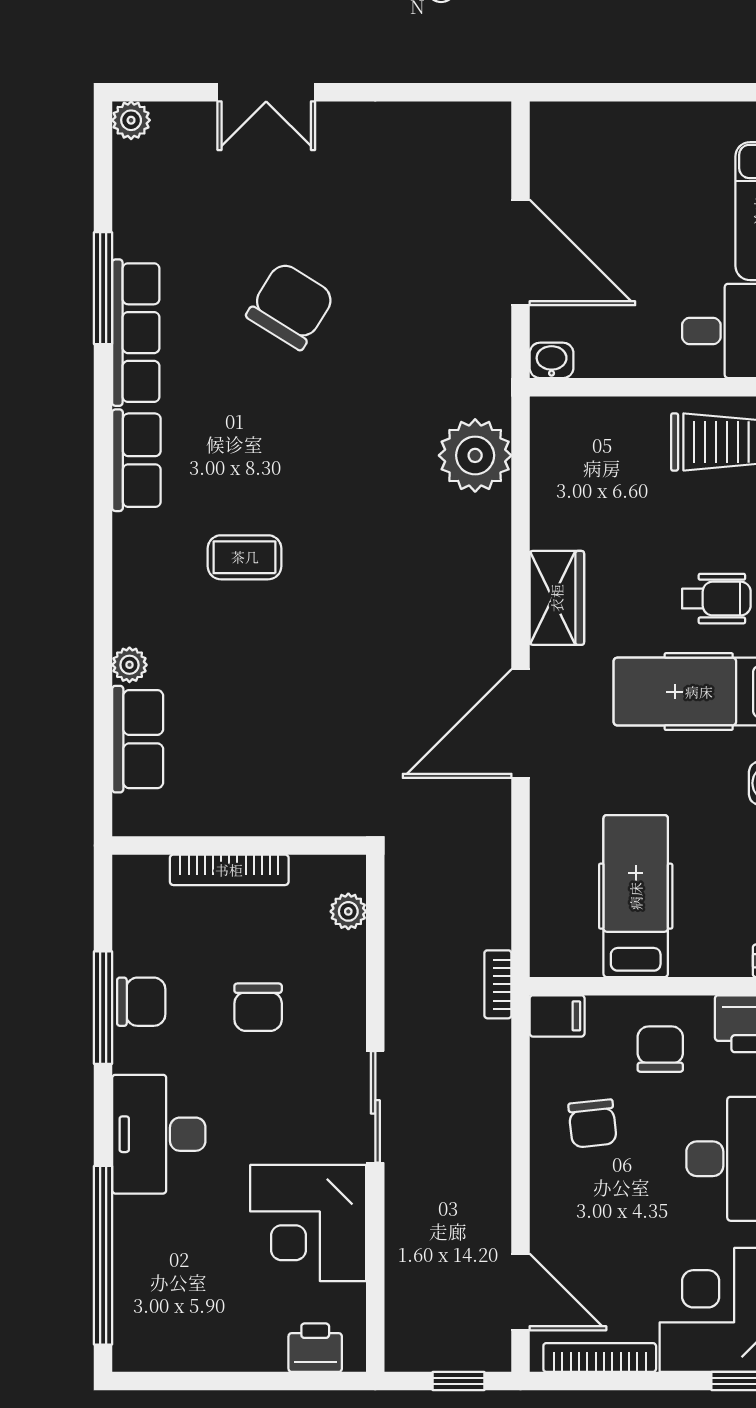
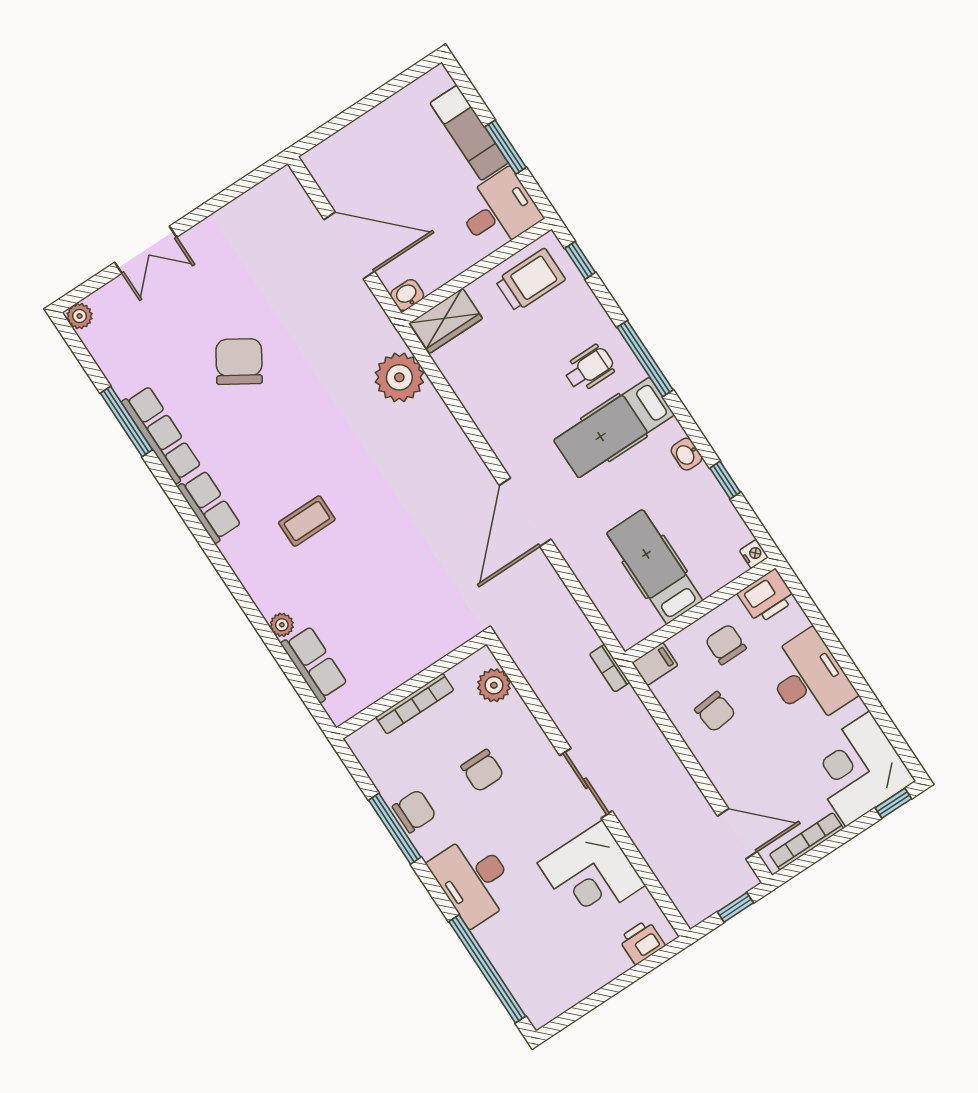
wardrobe: (557, 598) -> (446, 321), moved, turned 90
plant: (348, 911) -> (494, 685), width x1.38, depth x1.38

